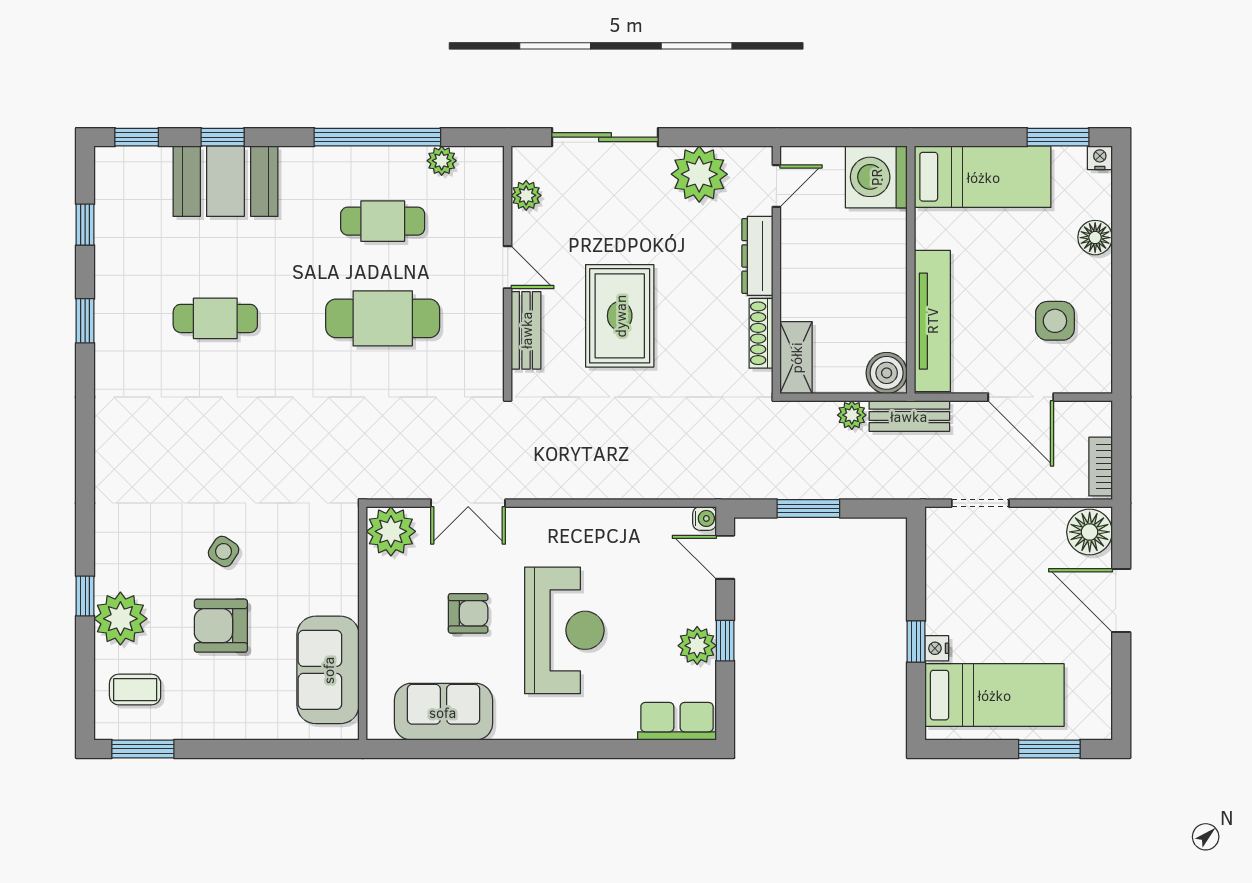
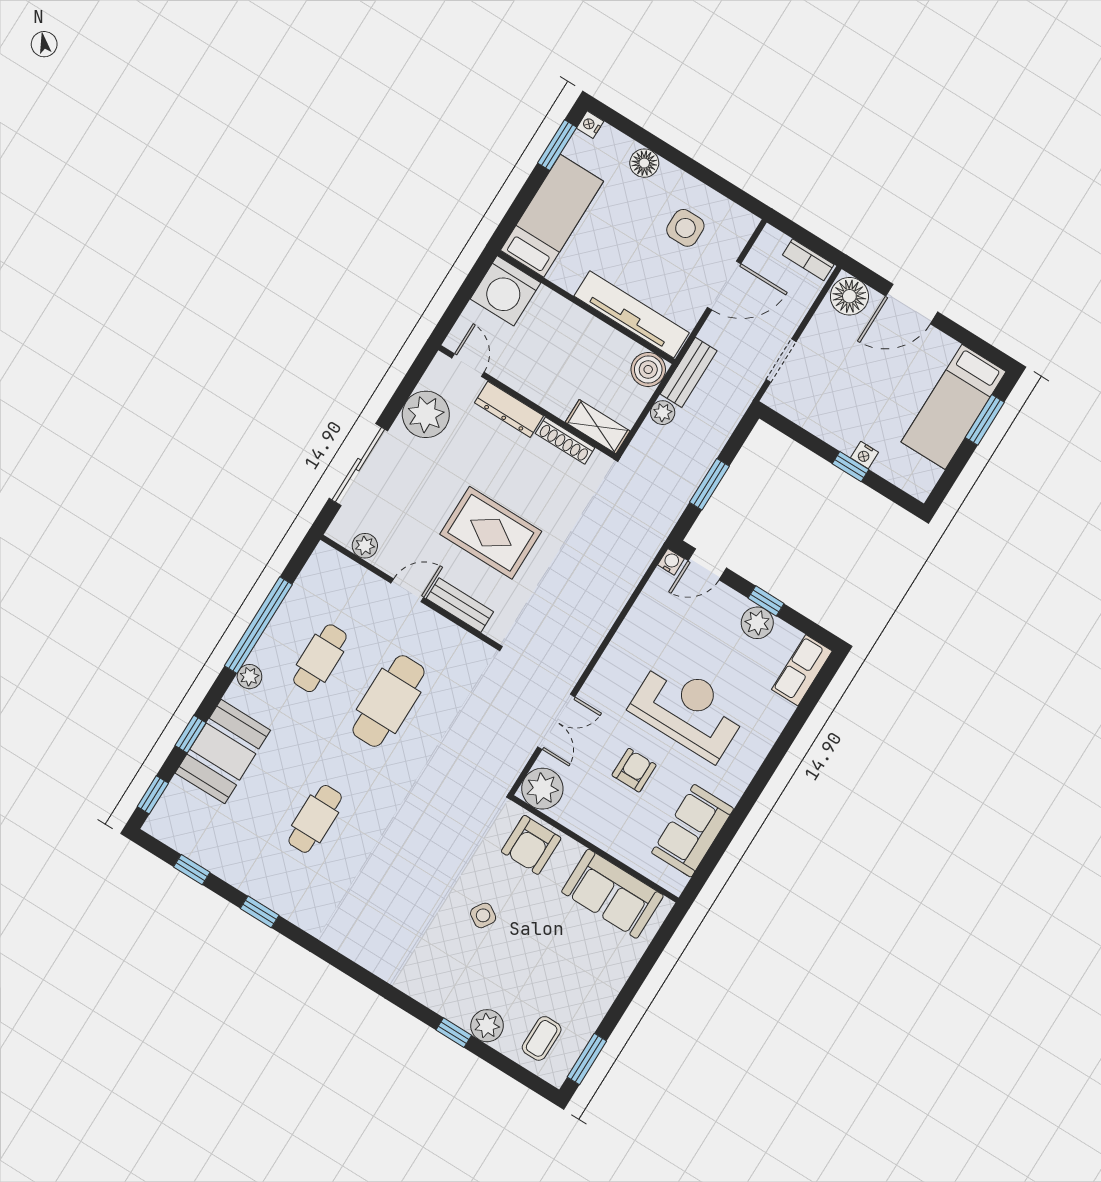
plant: (442, 161) -> (249, 677), moved
plant: (120, 619) -> (487, 1026), width x0.73, depth x0.73
armchair: (221, 626) -> (531, 845), moved
bed: (994, 695) -> (954, 407), moved, turned 180

